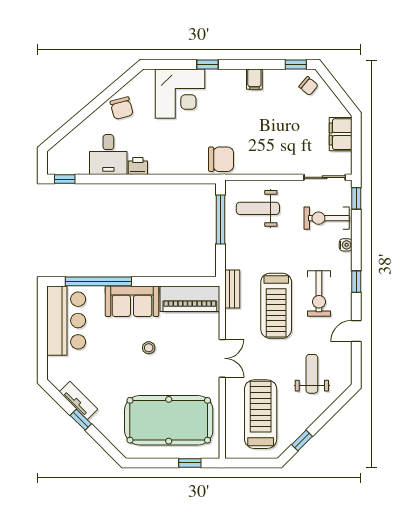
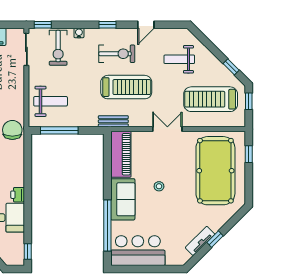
weight bench: (258, 208) -> (51, 101), turned -90
door: (356, 331) -> (146, 25), hinge flipped
window: (258, 463) -> (249, 101), added

